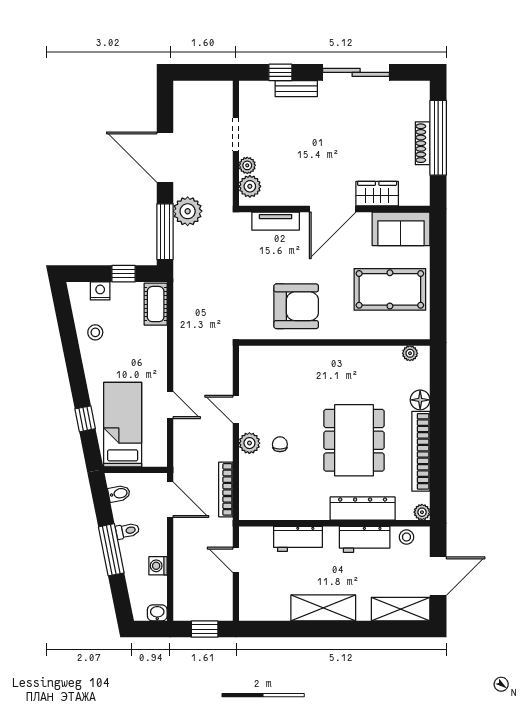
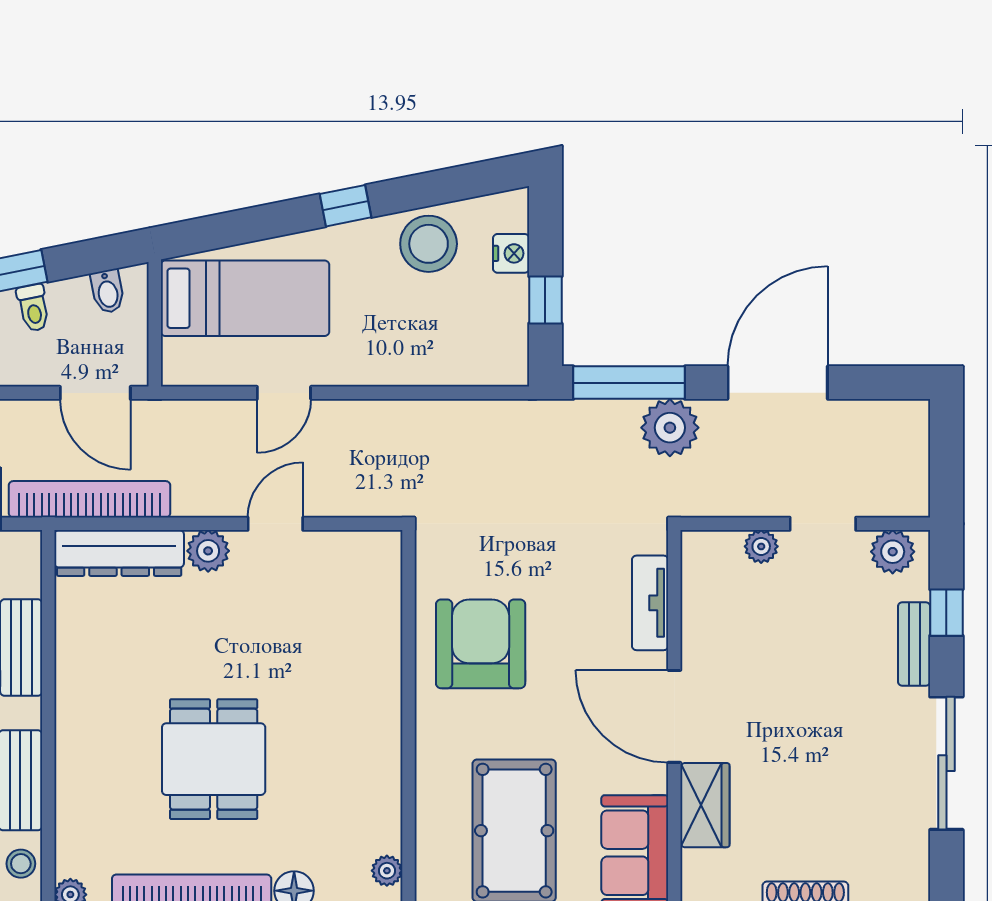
plant: (250, 186) -> (893, 552), moved
cot: (156, 304) -> (485, 364), removed
armchair: (296, 306) -> (481, 644), turned 180
stool: (95, 332) -> (429, 244), width x1.89, depth x1.89
window: (85, 419) -> (346, 206), moved
dining table: (354, 440) -> (214, 759), width x0.73
chair: (280, 444) -> (206, 612), removed
bookcase: (226, 489) -> (90, 499), width x1.48, depth x1.31
door: (170, 500) -> (95, 393), hinge flipped
dresser: (363, 509) -> (119, 553), moved, turned 90

